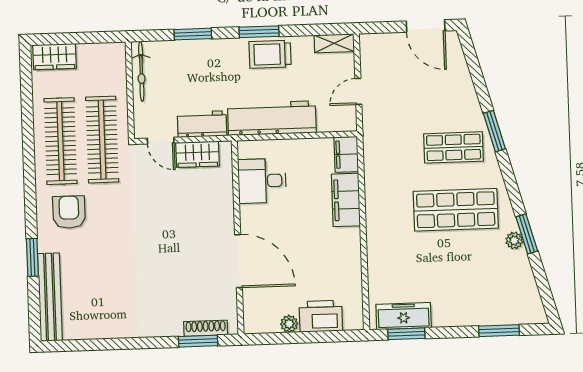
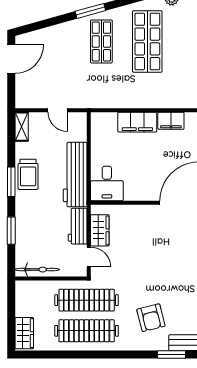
door: (161, 141) -> (89, 257), hinge flipped
filing cabinet: (346, 154) -> (171, 121), moved
desk: (262, 181) -> (107, 184), moved
armchair: (69, 212) -> (151, 318), moved, turned -104

